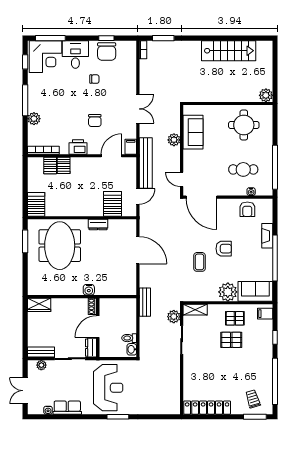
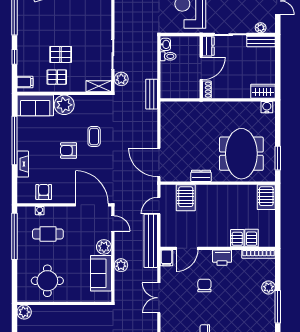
plant: (190, 157) -> (104, 247), added
door: (138, 250) -> (159, 163), moved
water cooler: (89, 290) -> (267, 107), moved

